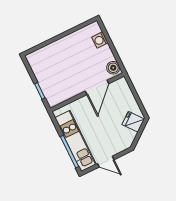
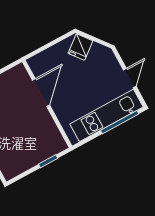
boiler: (113, 68) -> (16, 74), removed
door: (97, 87) -> (41, 93), hinge flipped

